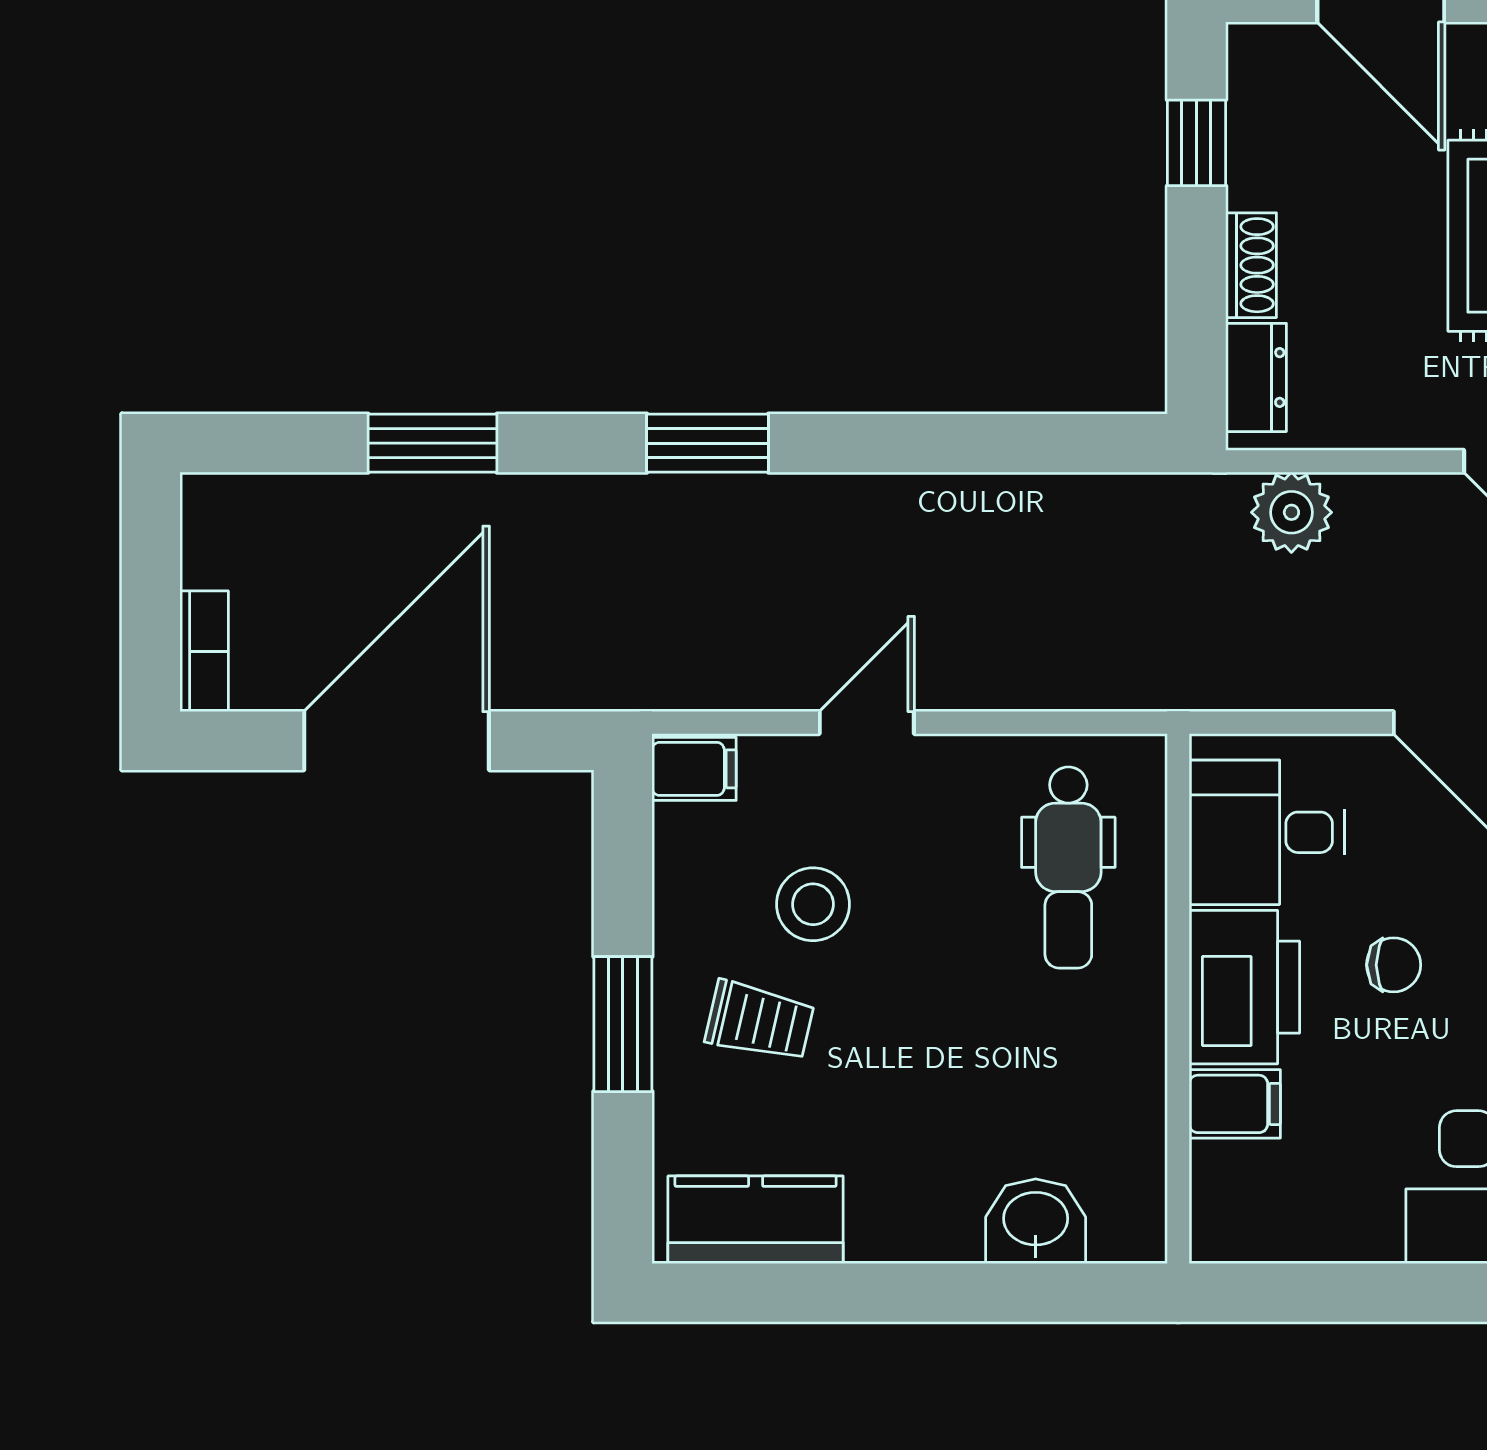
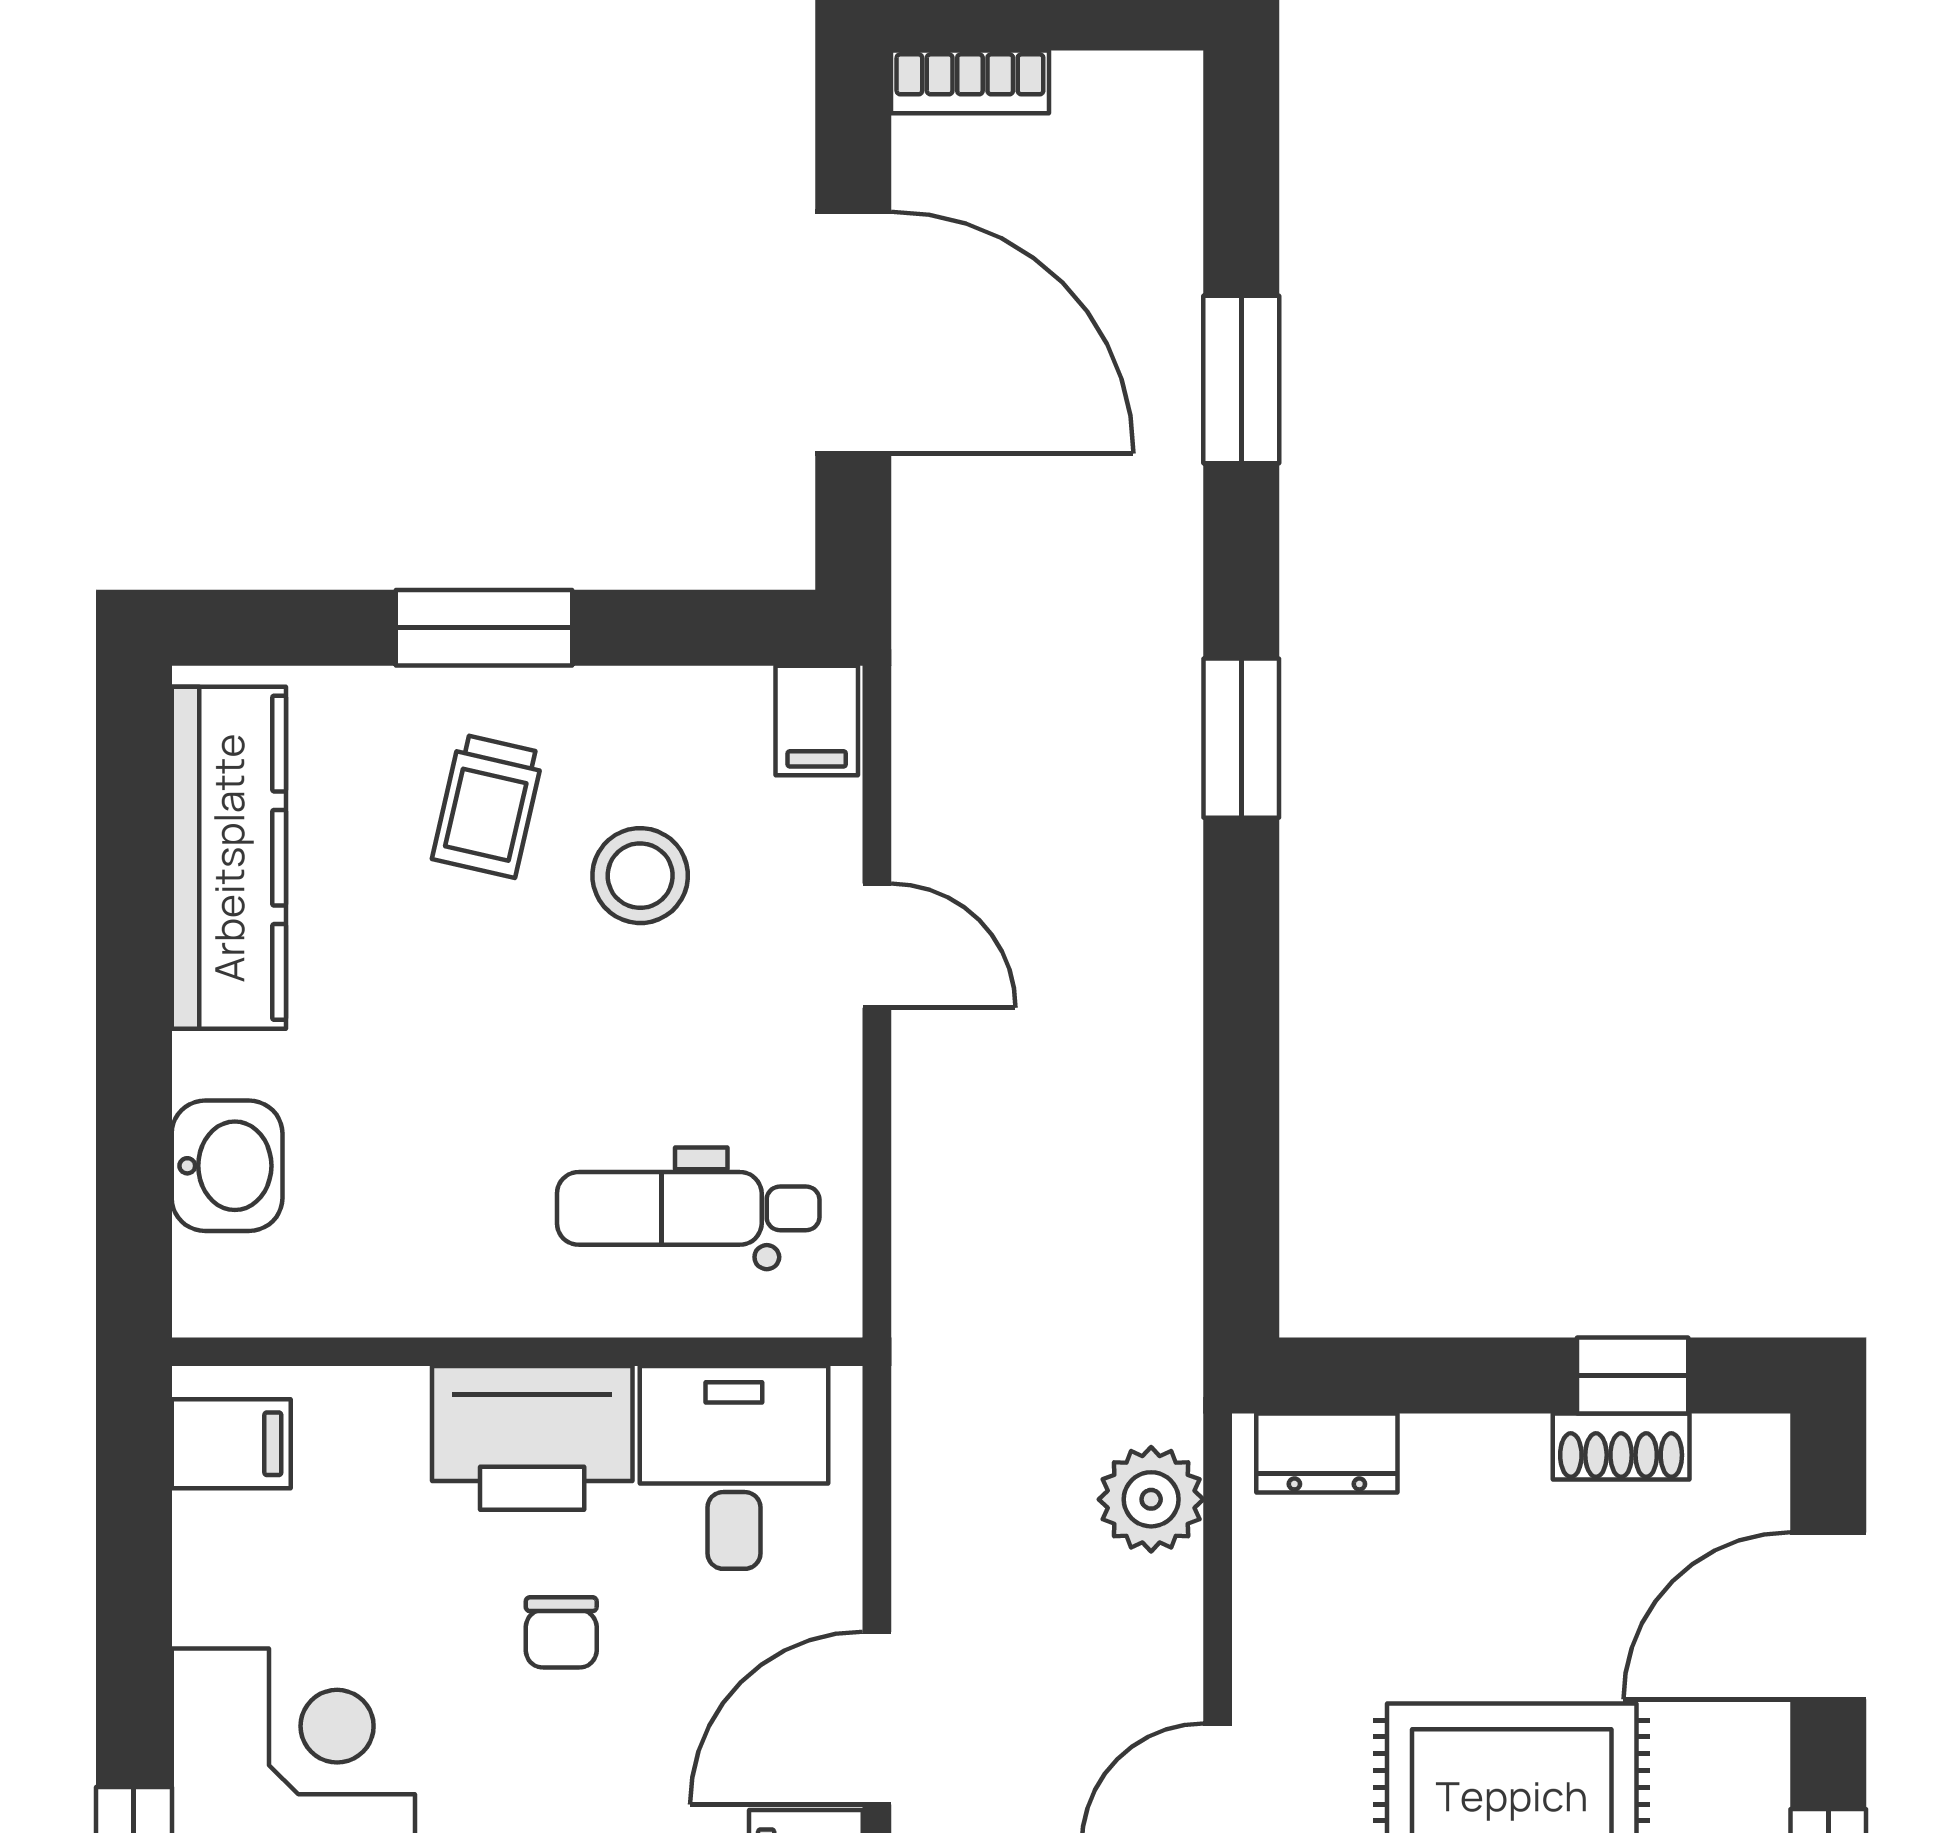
shoe rack: (1251, 265) -> (1621, 1446), moved
filing cabinet: (1235, 1104) -> (231, 1444), moved, turned -90
kitchen counter: (756, 1220) -> (229, 858), width x1.50

